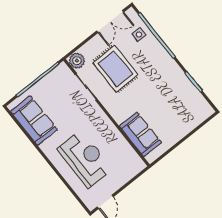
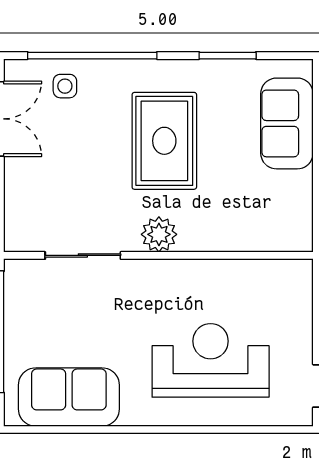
plant: (77, 61) -> (159, 234), moved
rug: (115, 69) -> (164, 141), moved, turned 90
sofa: (140, 134) -> (287, 123), moved, turned -90

